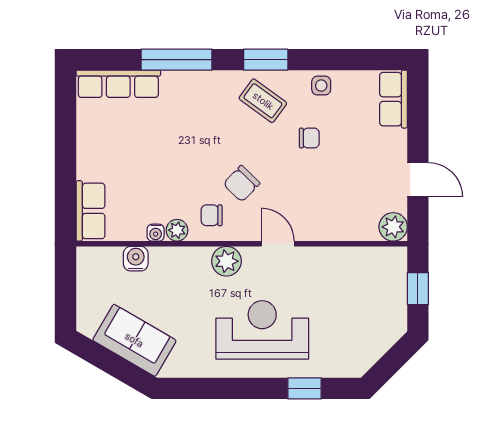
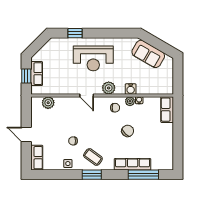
window: (176, 60) -> (143, 175), moved
row of seats: (118, 84) -> (133, 164), moved
door: (418, 180) -> (26, 135), moved
chair: (242, 184) -> (128, 131), moved
plant: (393, 227) -> (48, 103), moved
water cooler: (136, 259) -> (131, 89), moved
row of seats: (394, 295) -> (37, 74), added

